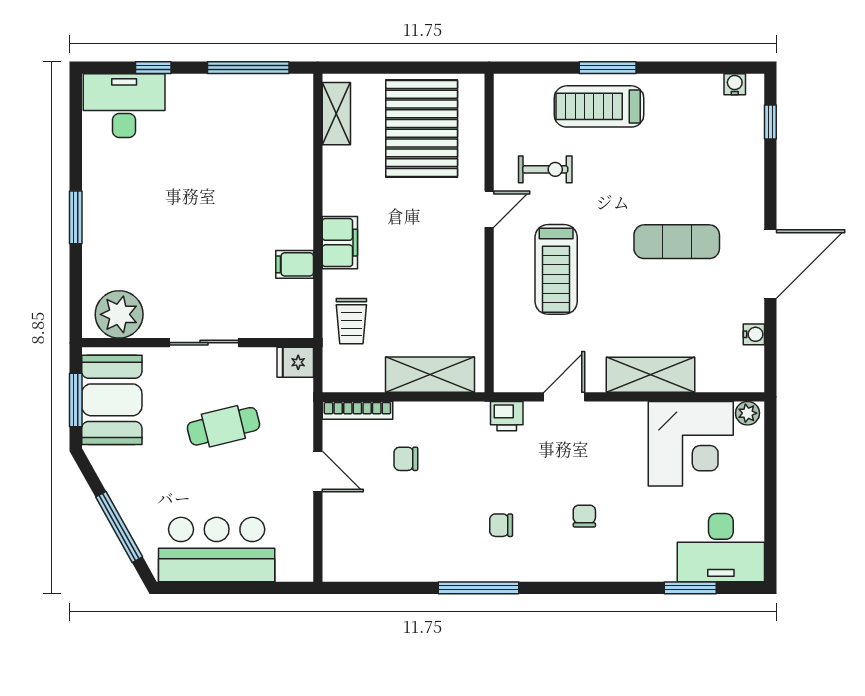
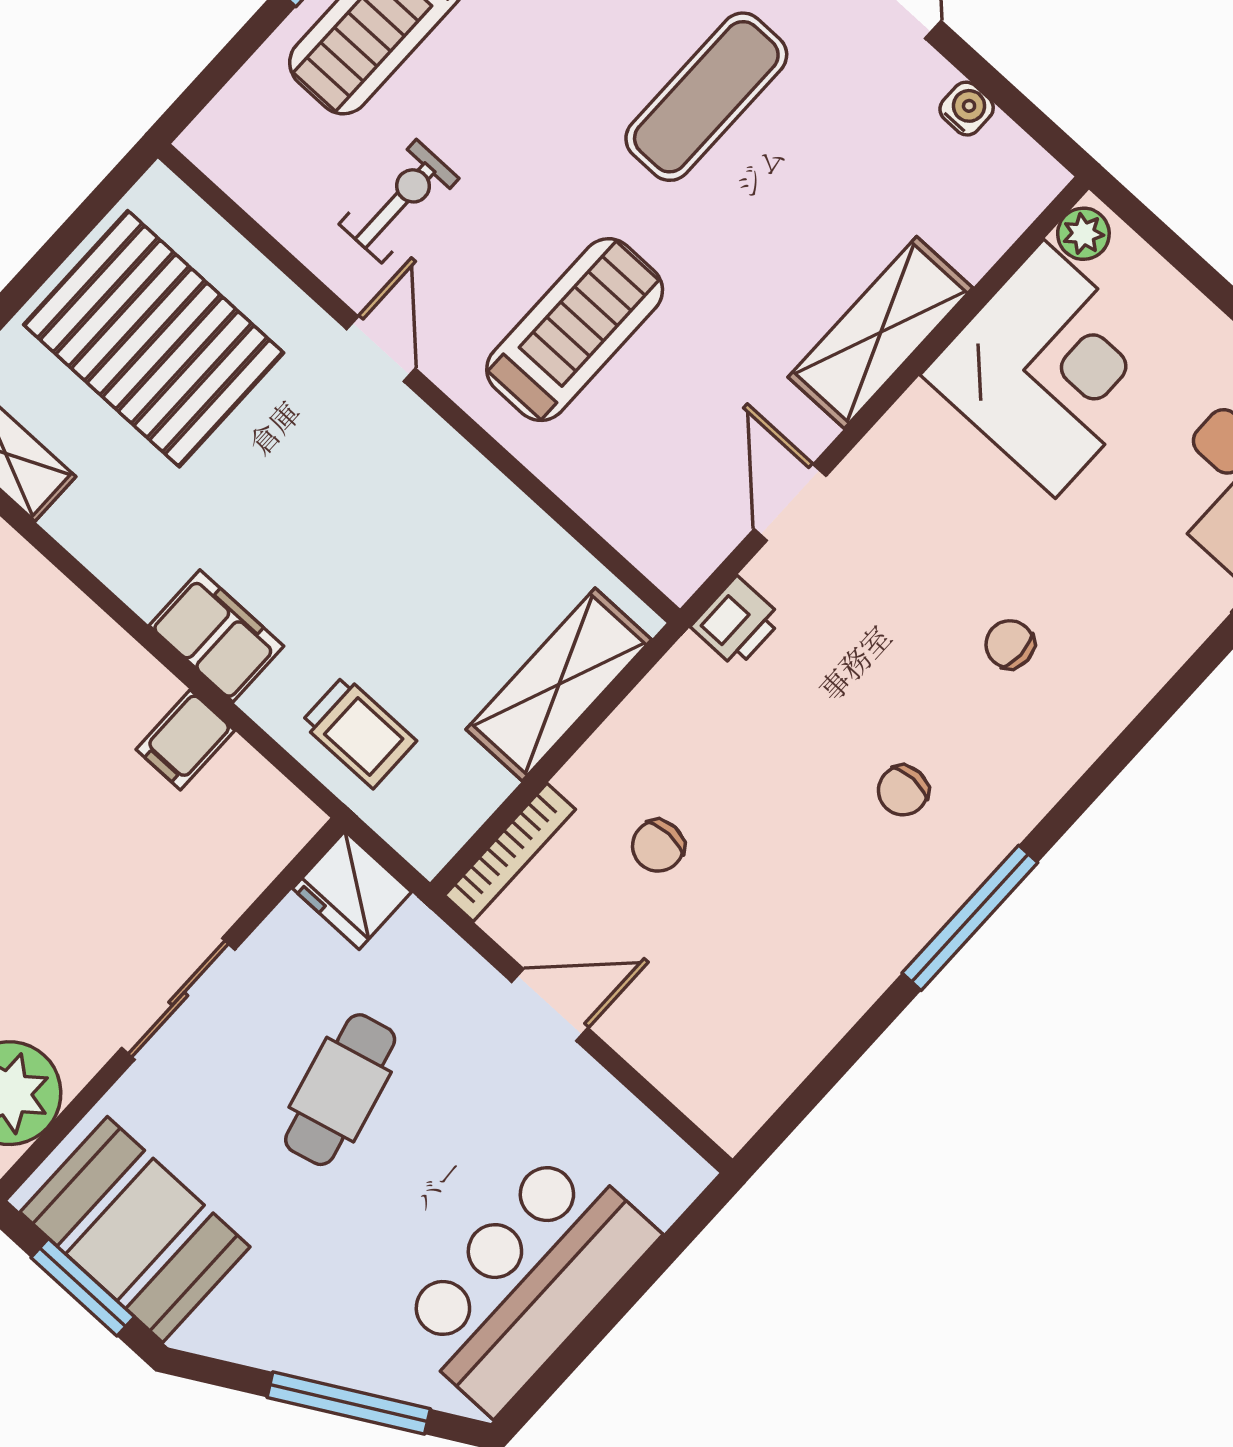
treadmill: (556, 269) -> (575, 330), turned -90
fridge: (295, 362) -> (352, 890), width x1.38

